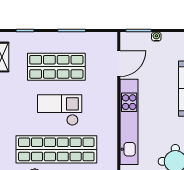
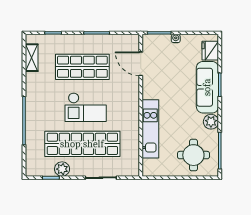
door: (119, 64) -> (141, 64), swing flipped
checkout: (60, 110) -> (86, 107), turned 180
kitchen unit: (129, 122) -> (150, 129), width x0.73

